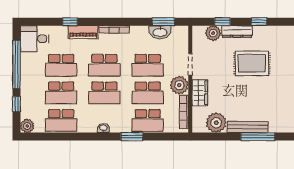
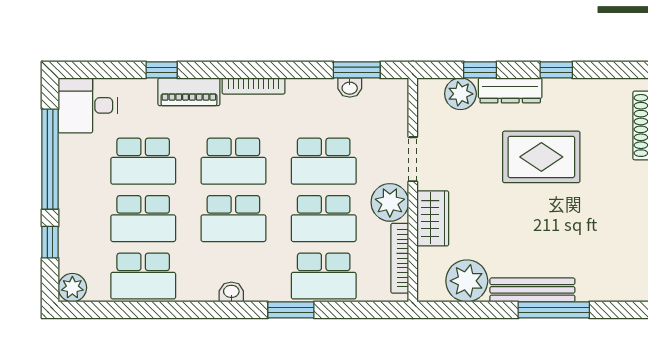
washbasin: (160, 32) -> (350, 88), width x0.52, depth x0.69

